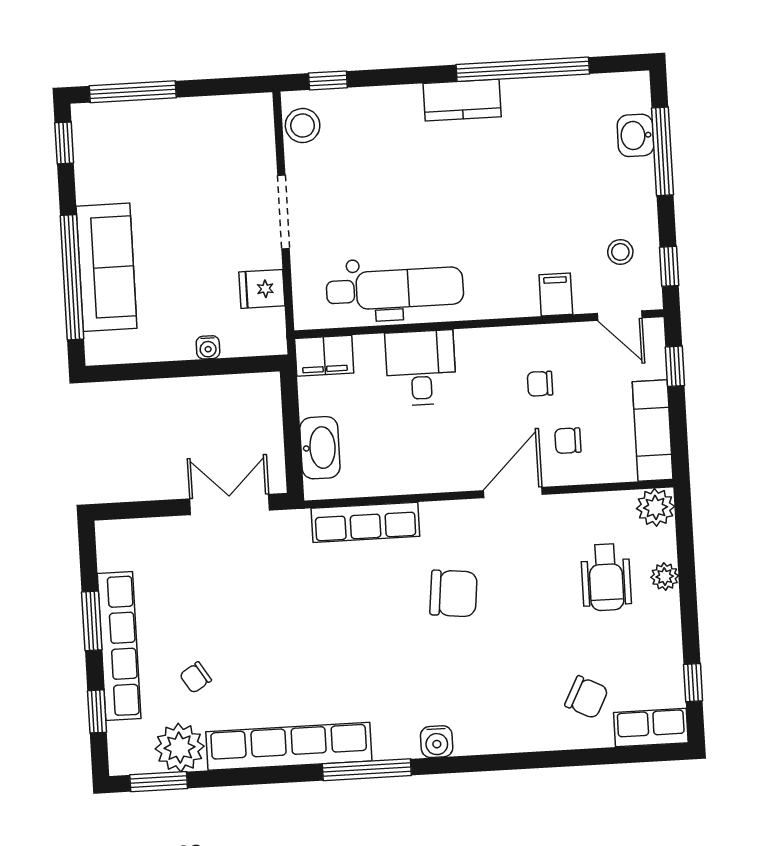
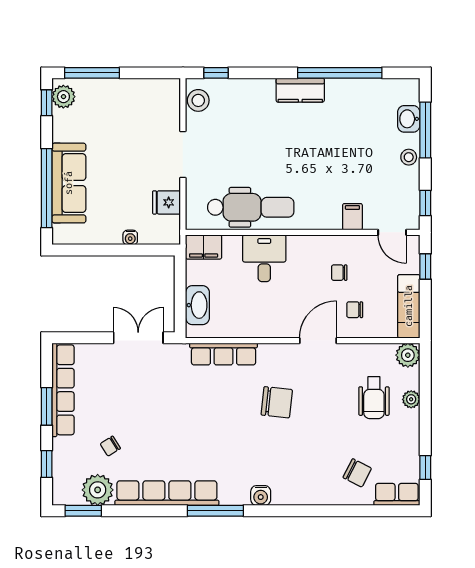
plant: (90, 132) -> (63, 97), added
stool: (620, 252) -> (409, 157), moved
row of seats: (119, 646) -> (63, 390), moved

